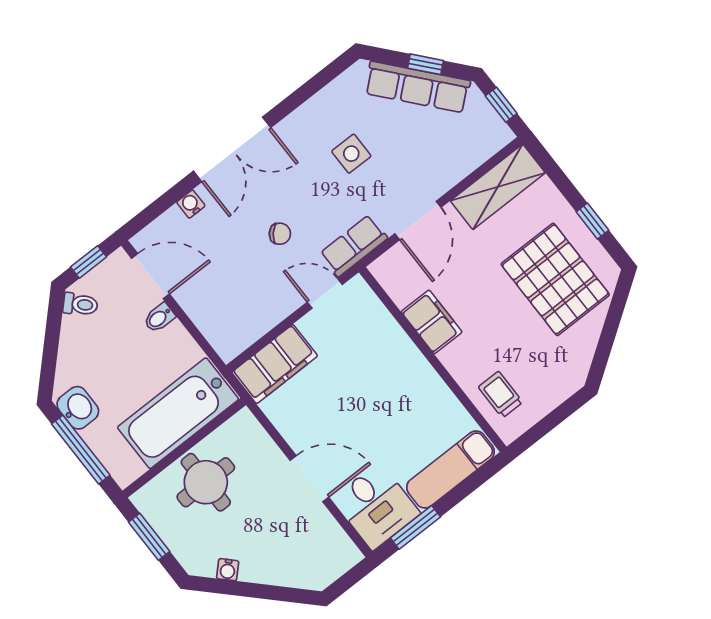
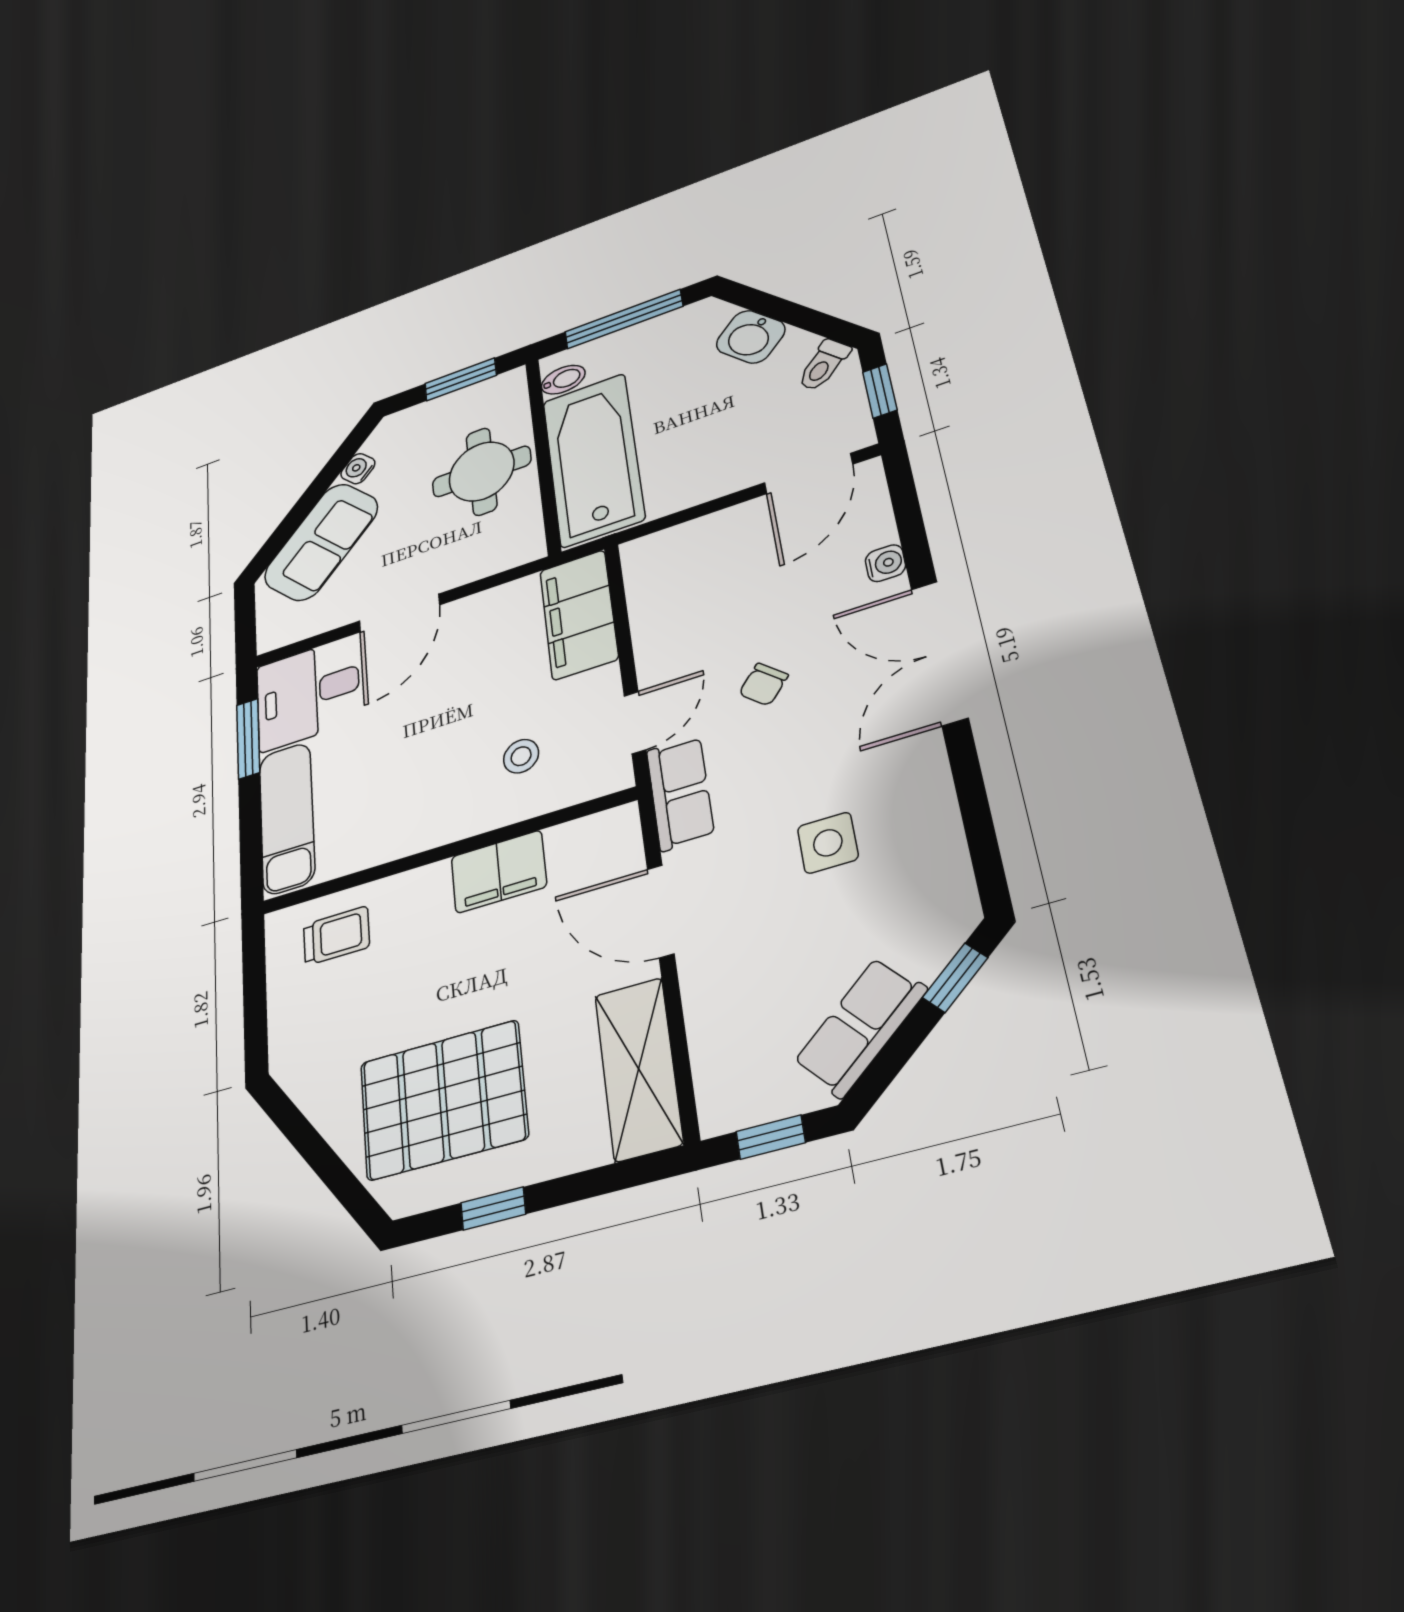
window: (425, 64) -> (955, 978), moved
row of seats: (417, 87) -> (860, 1027), width x0.68
bidet: (159, 318) -> (563, 380), moved, turned 90
stool: (366, 348) -> (521, 756), added
washbasin: (78, 408) -> (751, 337), moved, turned 45
sofa: (282, 563) -> (321, 542), added

